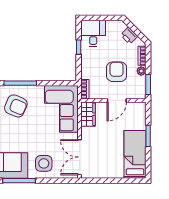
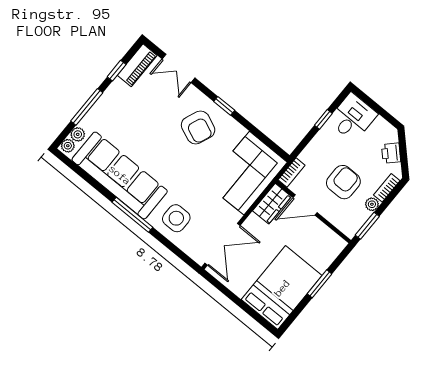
window: (20, 83) -> (224, 106), width x0.46
door: (117, 100) -> (305, 205), moved
bed: (135, 154) -> (282, 288), width x1.50
double door: (80, 157) -> (222, 244), swing flipped

